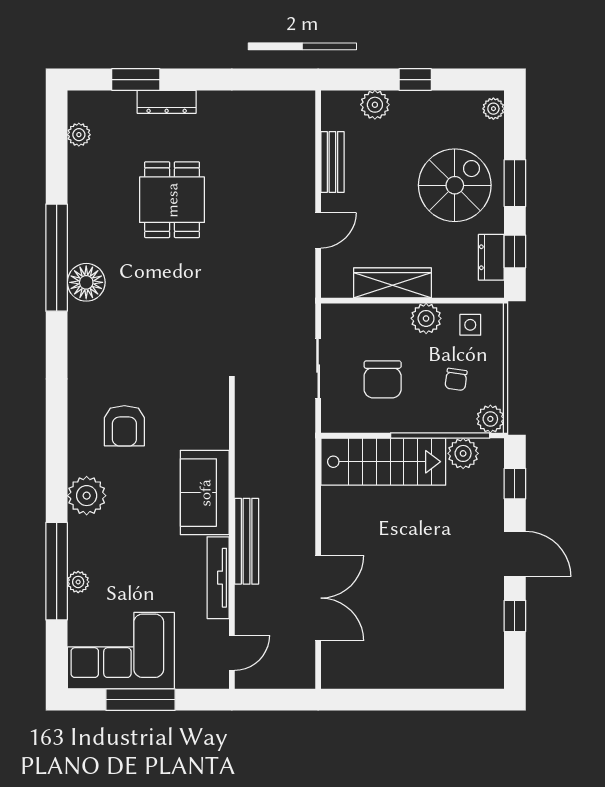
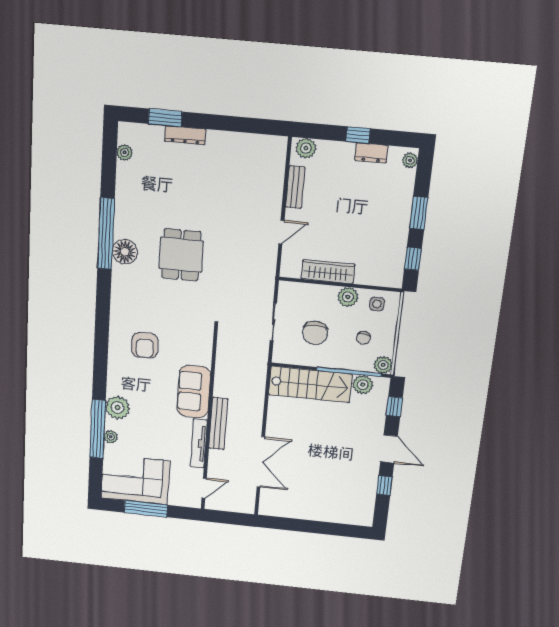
plant: (375, 105) -> (306, 148), moved
spiral stairs: (455, 185) -> (377, 211), removed
dining table: (172, 200) -> (181, 255), moved
dresser: (491, 257) -> (371, 153), moved, turned -90
plant: (87, 496) -> (118, 408), moved

